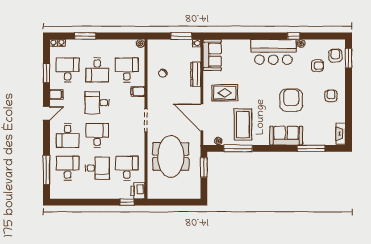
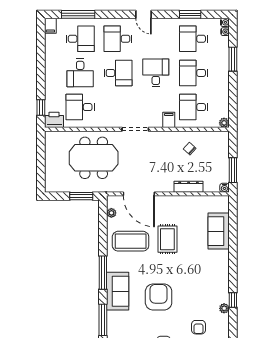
bar counter: (273, 52) -> (214, 276), removed
sofa: (212, 55) -> (219, 231), moved, turned 90
desk: (68, 70) -> (194, 39), turned 180
desk: (127, 70) -> (194, 107), turned 180
rug: (225, 93) -> (167, 239), moved
filing cabinet: (56, 94) -> (50, 26), moved
armchair: (291, 100) -> (159, 297), turned -90
door: (202, 117) -> (139, 194), swing flipped
window: (238, 148) -> (103, 273), moved
desk: (127, 168) -> (80, 107), turned 180

